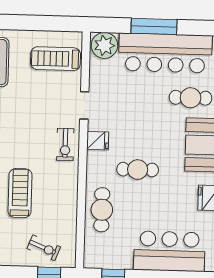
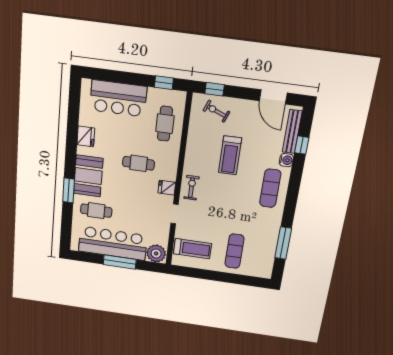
cafe table: (102, 210) -> (165, 124), moved

